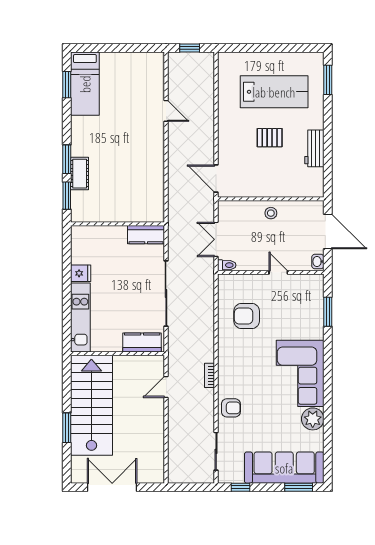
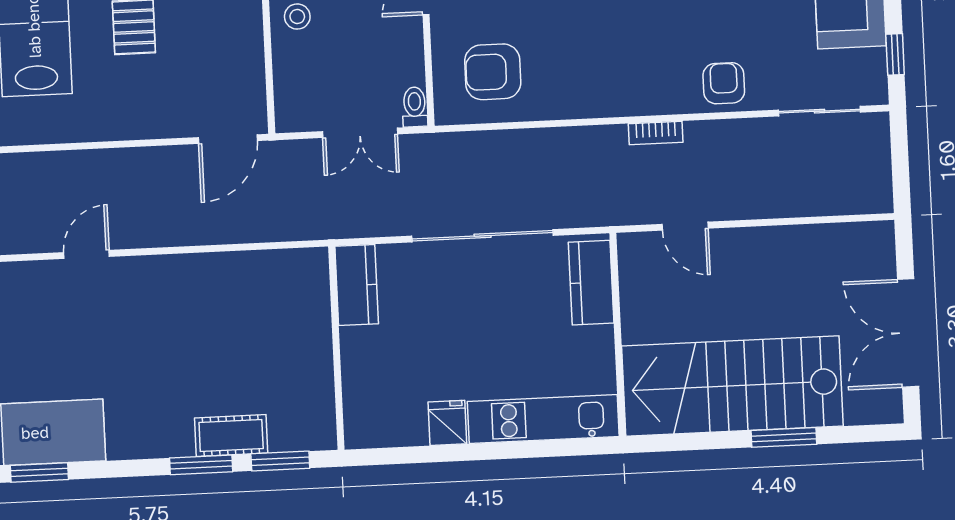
armchair: (247, 316) -> (493, 72), moved, turned 90

